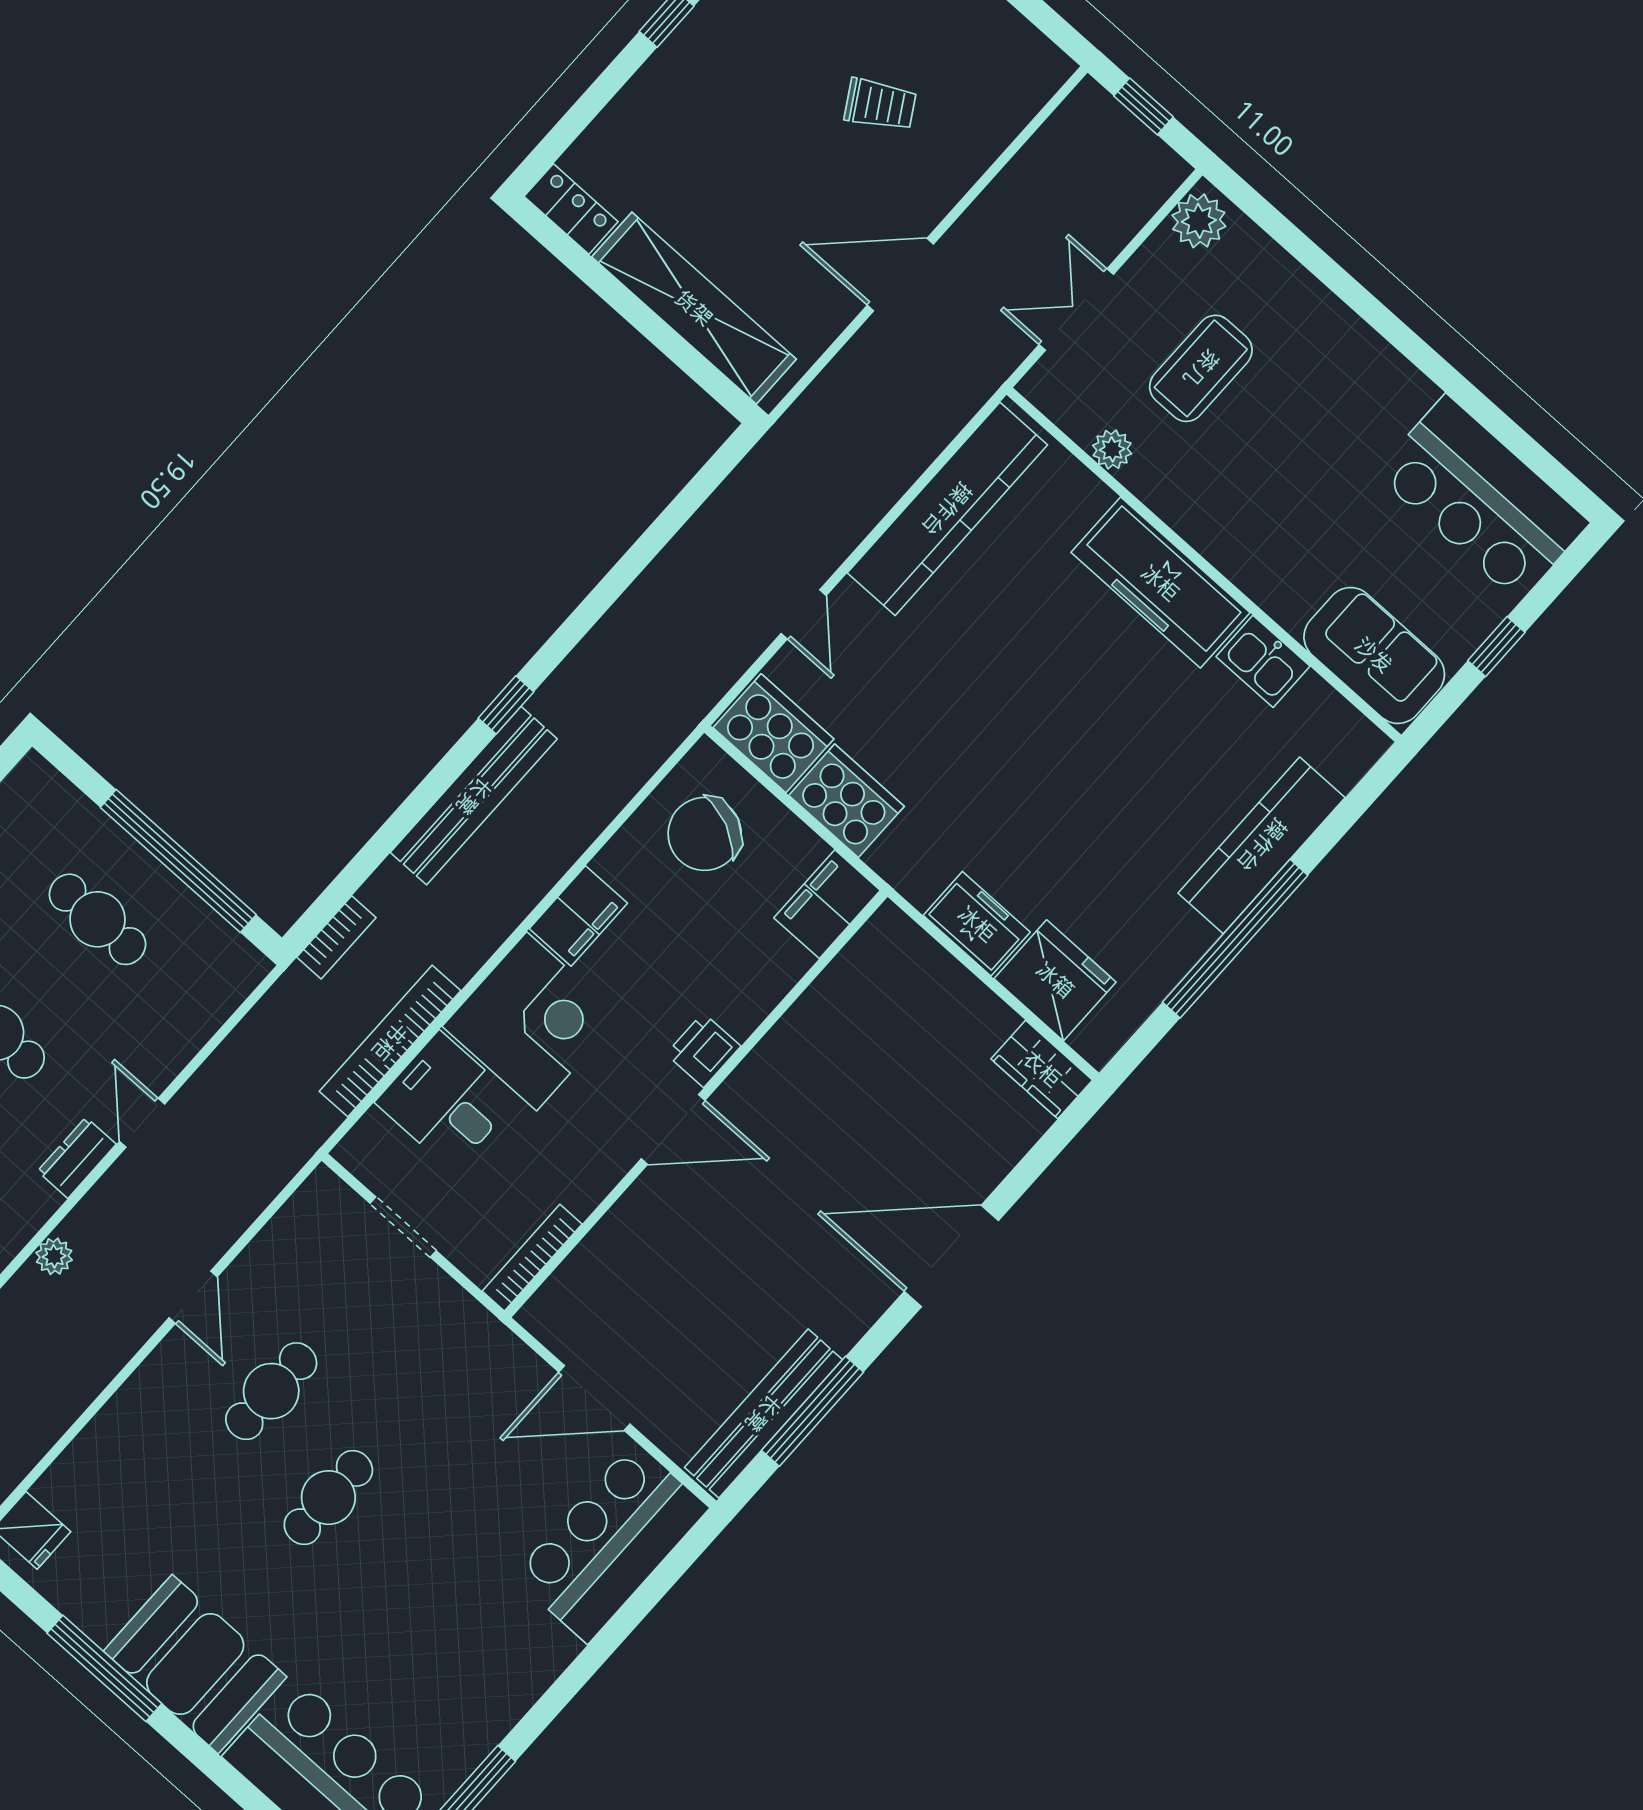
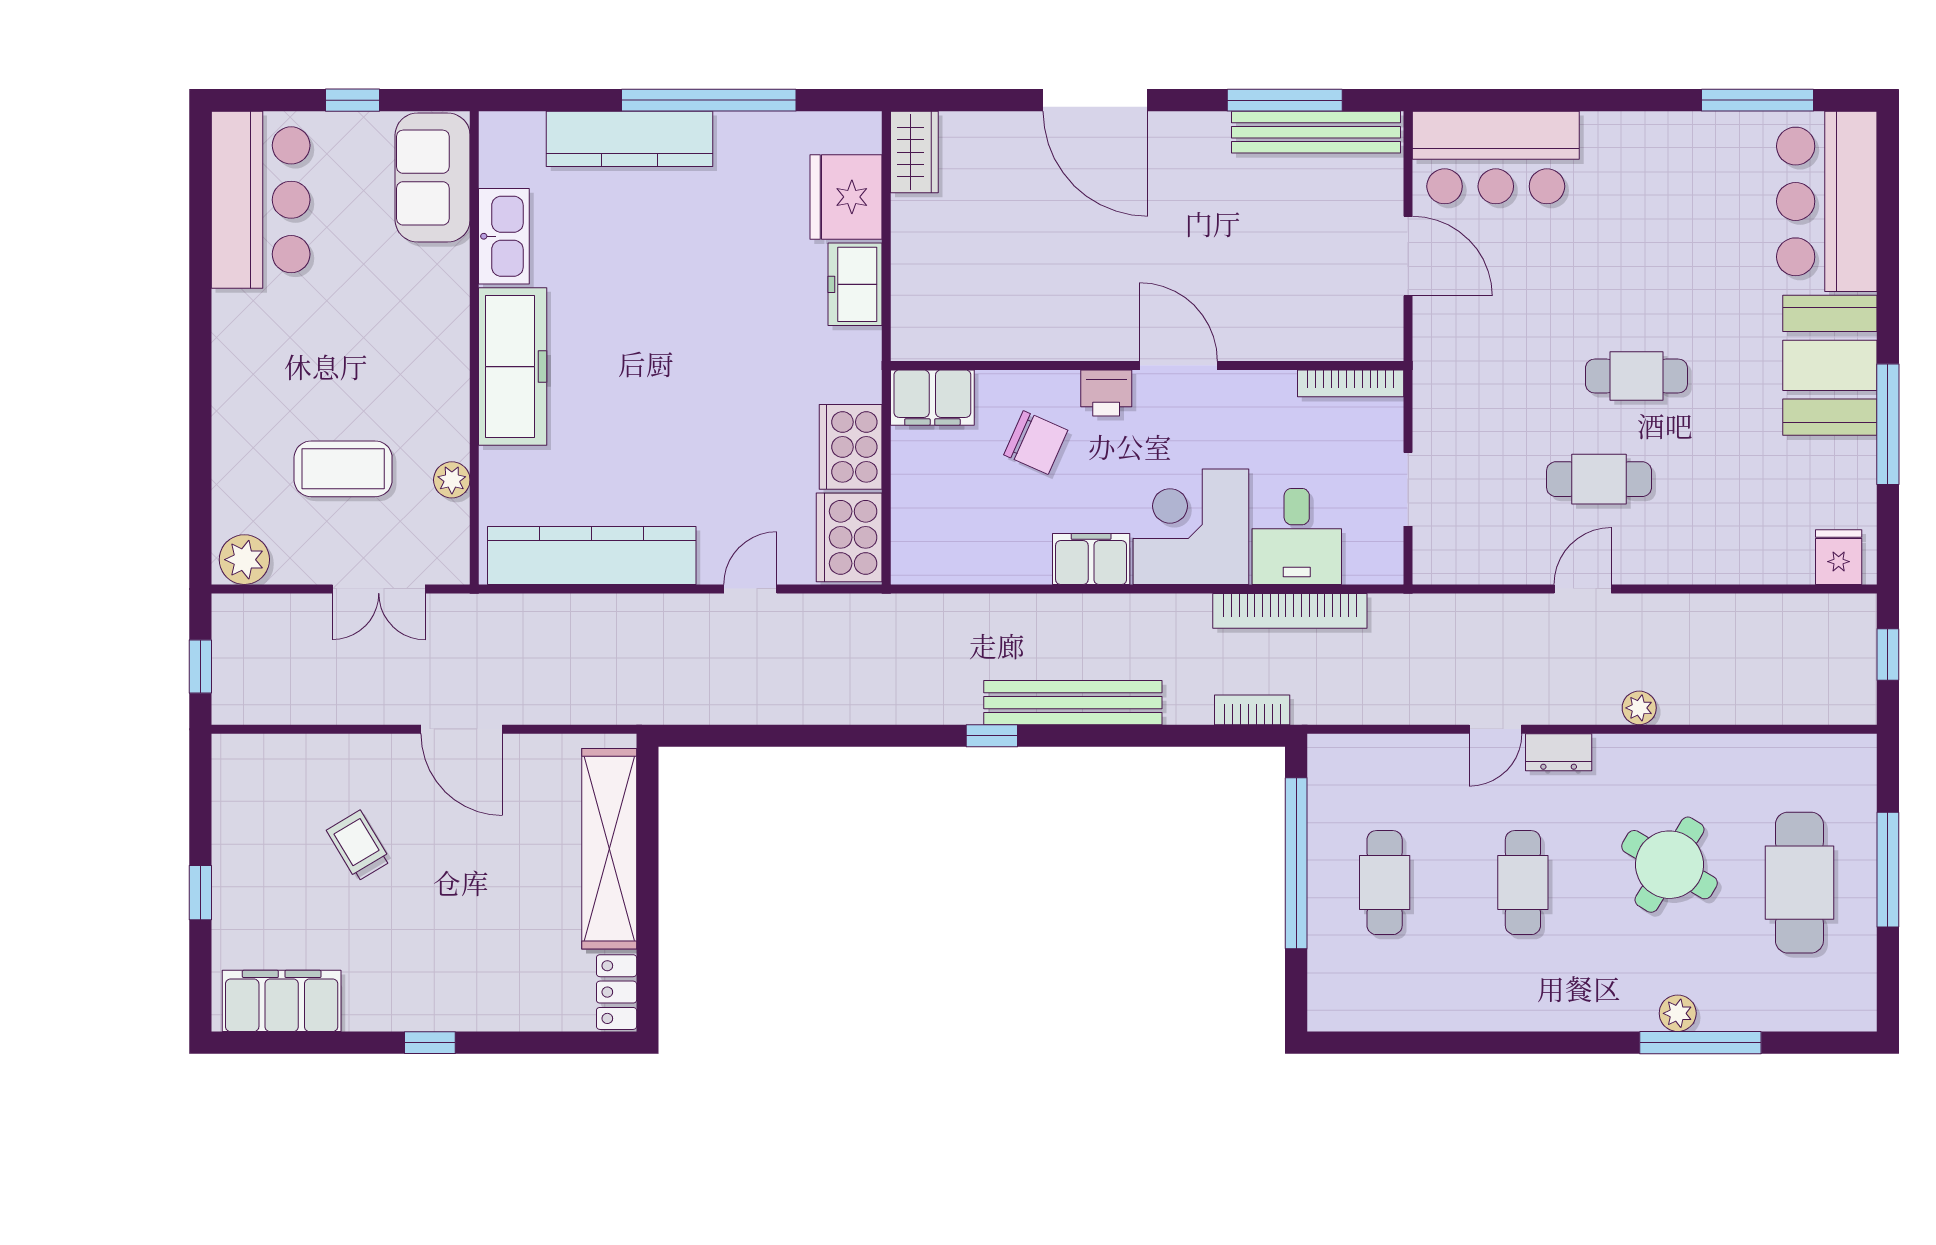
kitchen sink: (1263, 661) -> (504, 236), width x1.38
chair: (705, 834) -> (1036, 443), moved, width x0.73, depth x0.73

